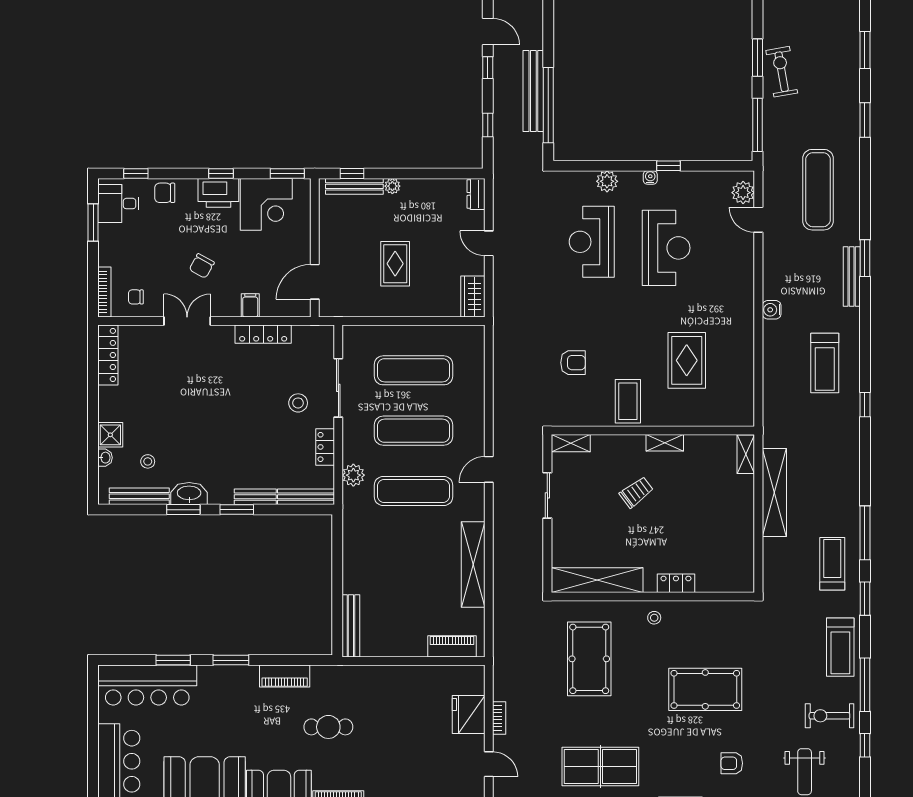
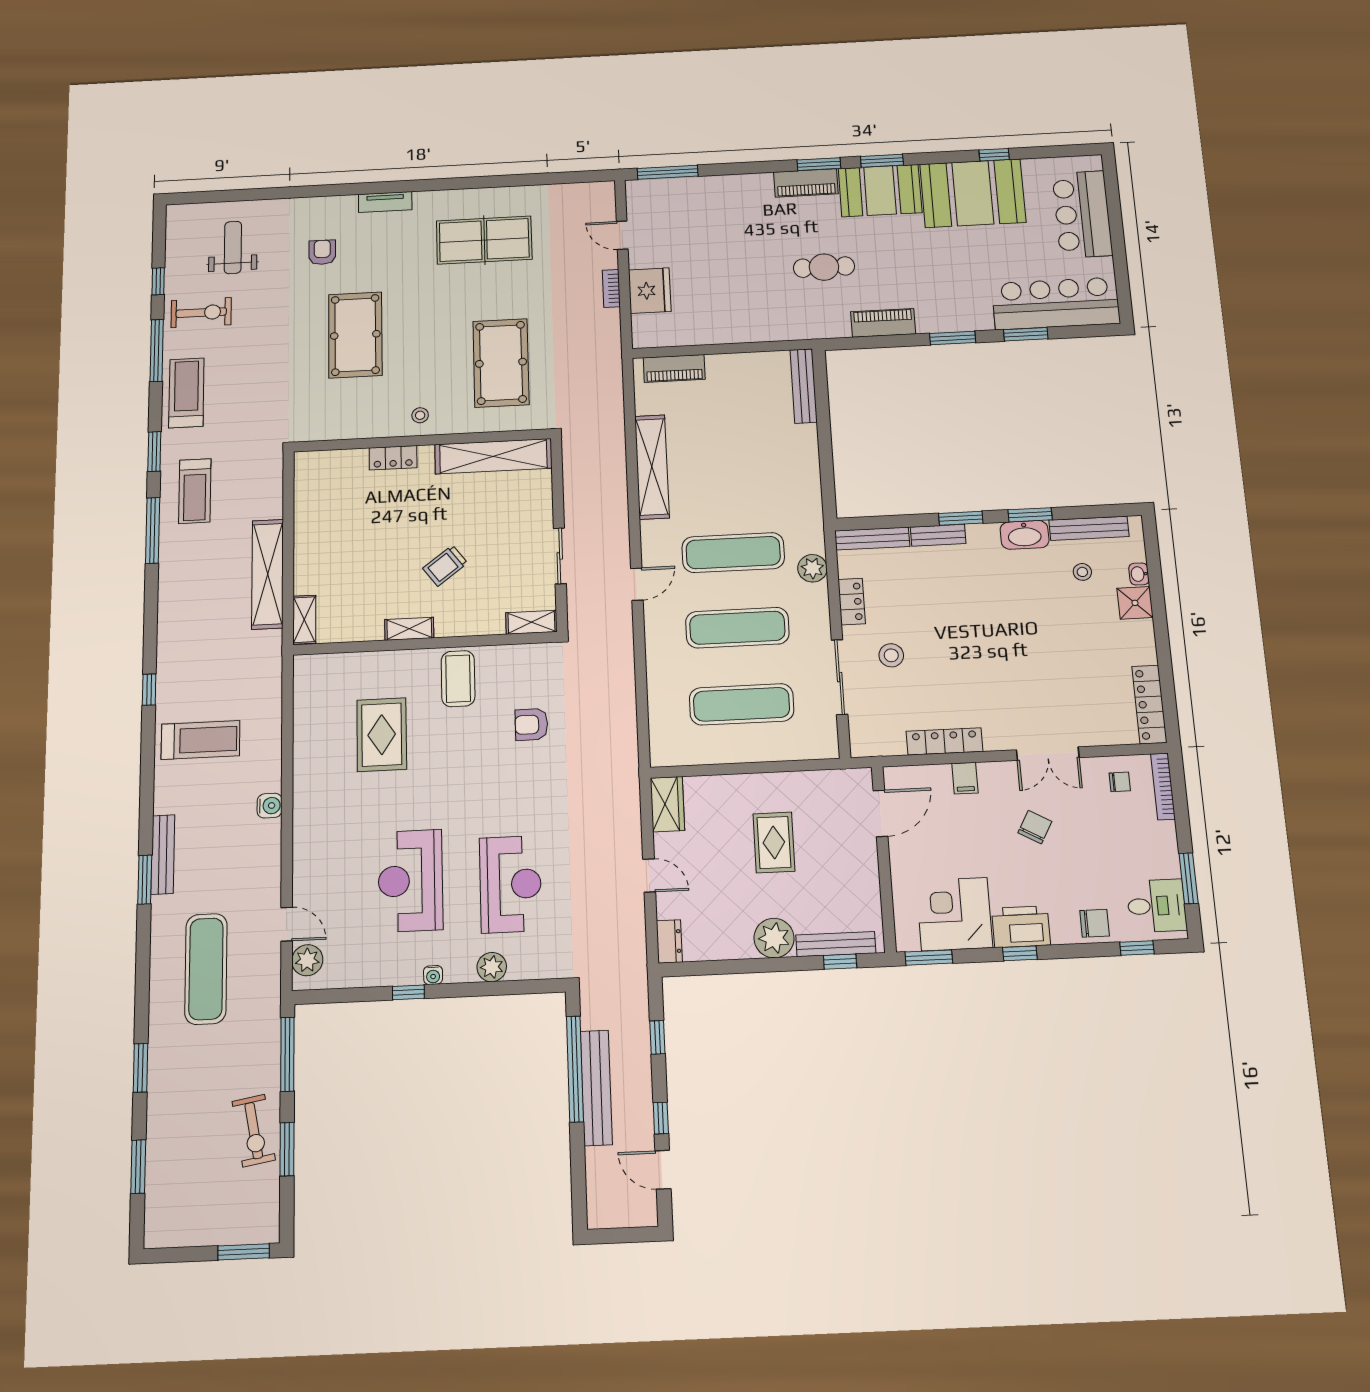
plant: (392, 186) -> (774, 938), width x1.88, depth x1.88
treadmill: (825, 363) -> (200, 740), turned 90
pool table: (705, 689) -> (355, 335), turned 90
armchair: (732, 763) -> (322, 252), turned -90

